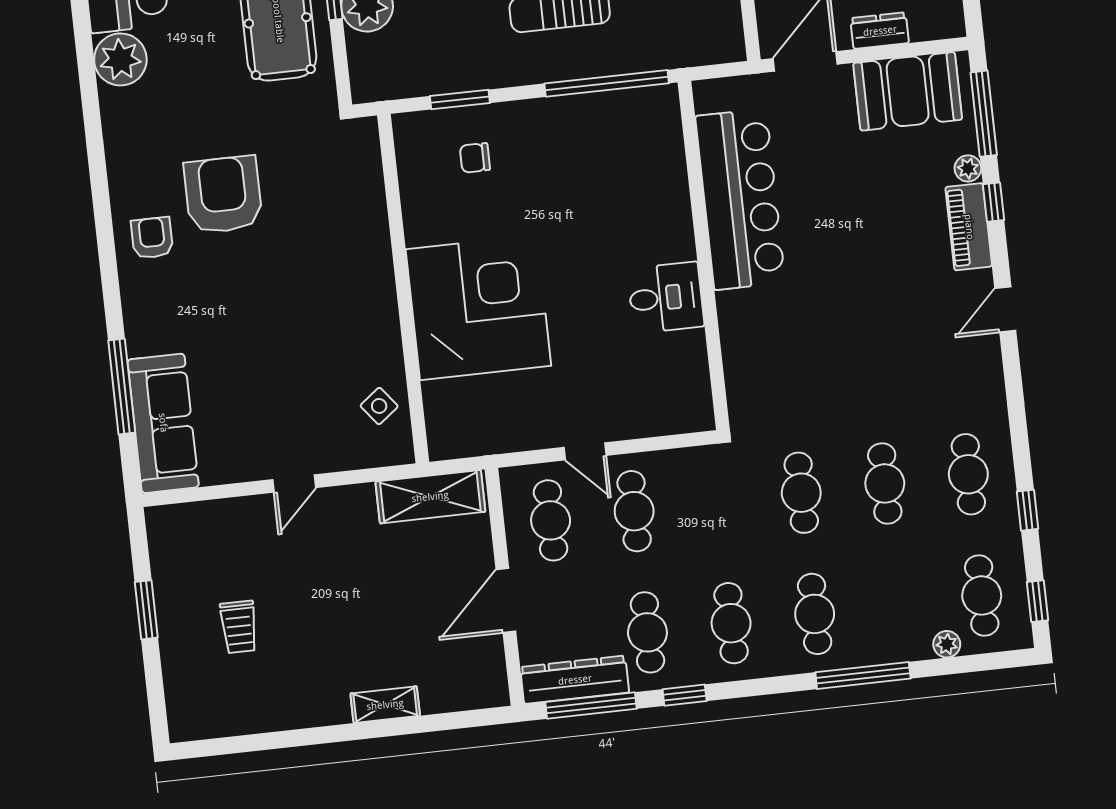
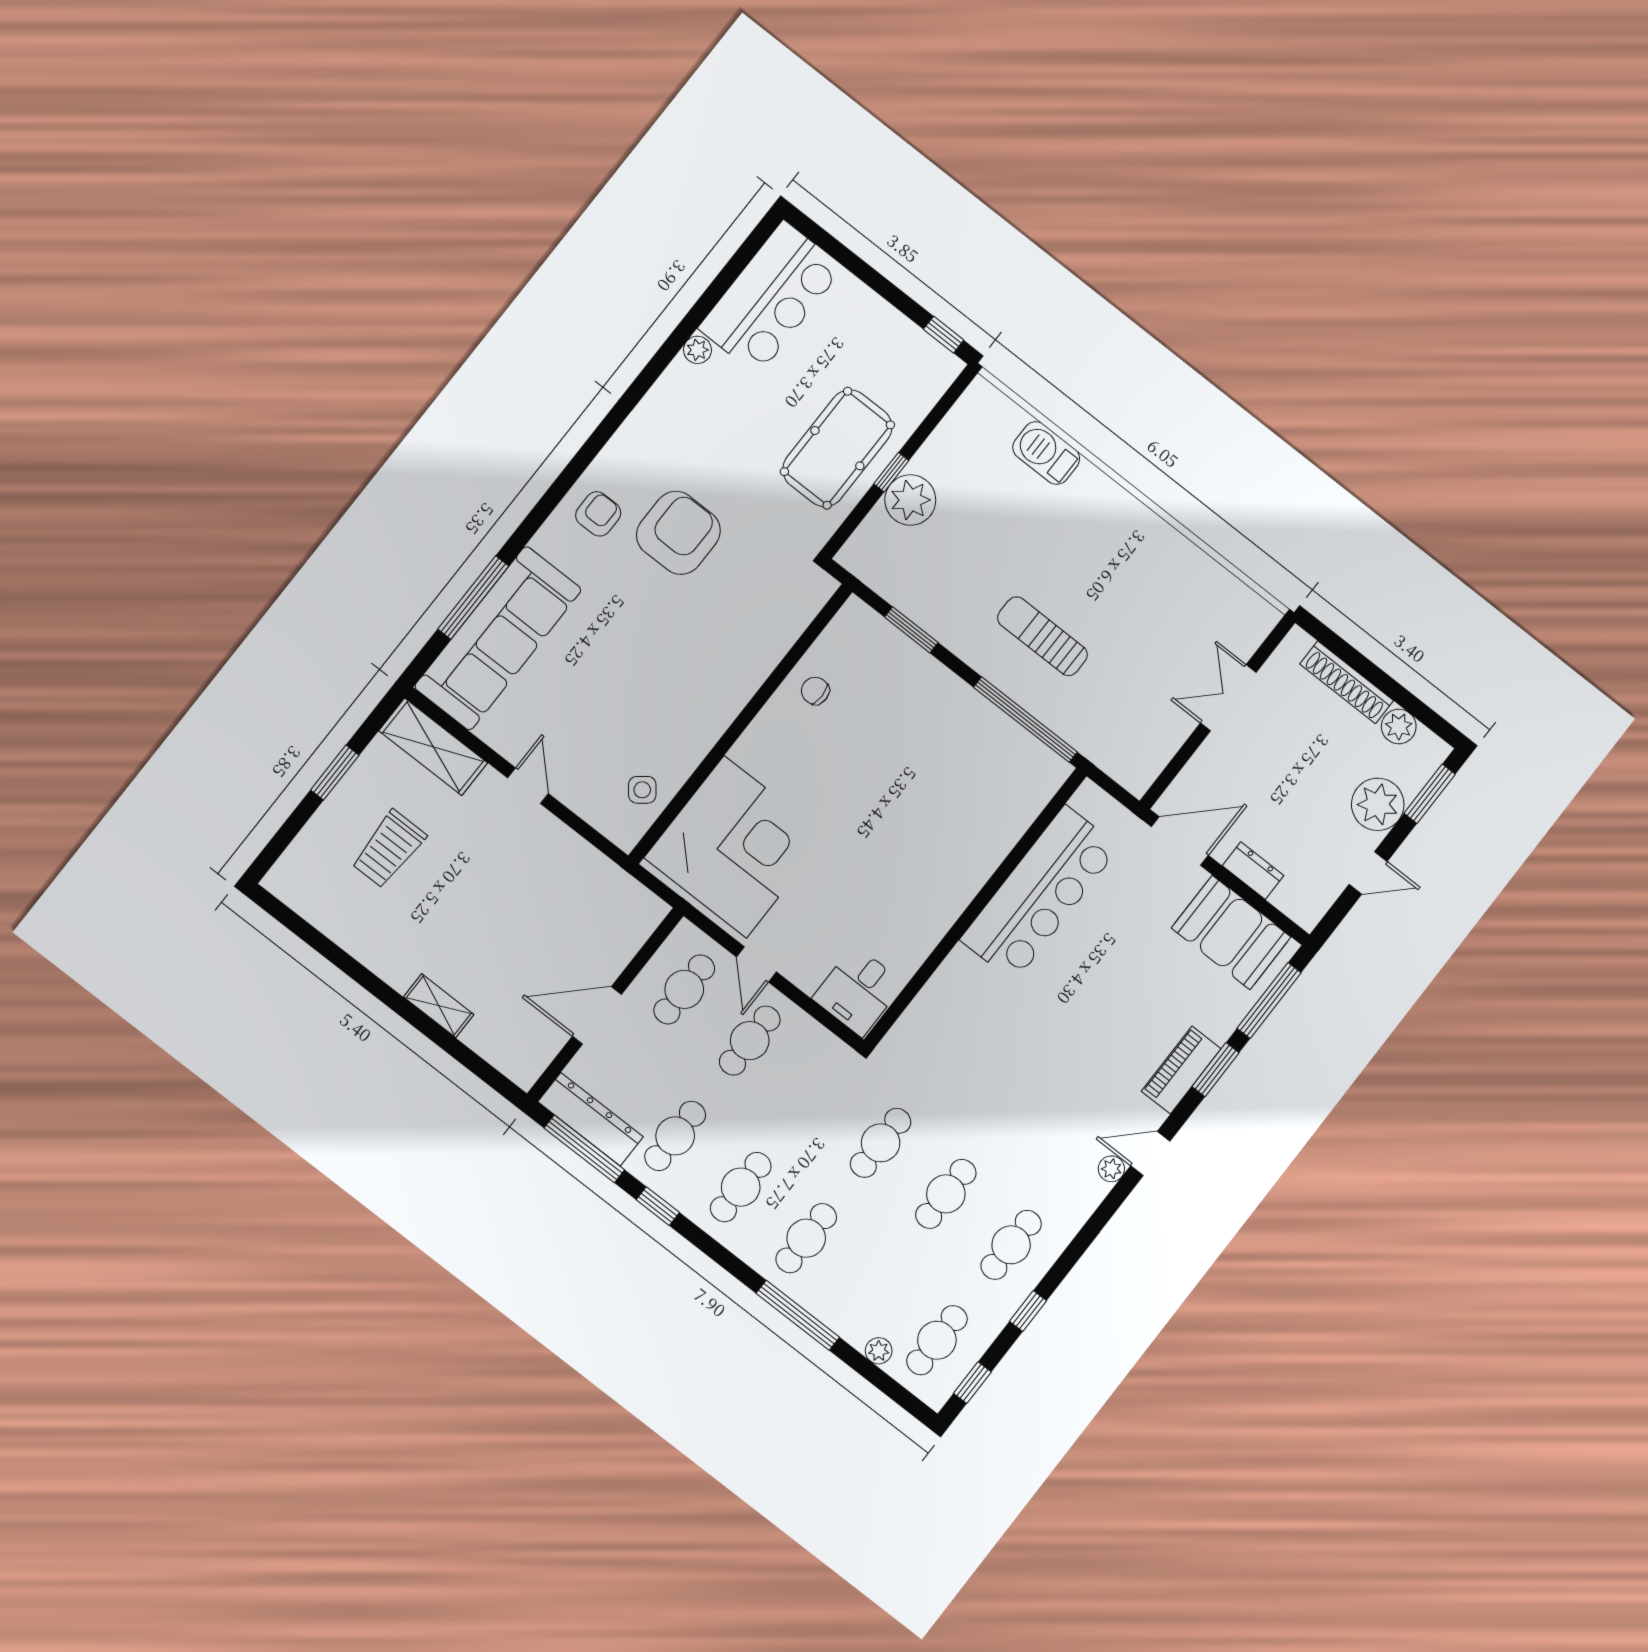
plant: (120, 59) -> (697, 350), width x0.53, depth x0.53
chair: (475, 158) -> (815, 691), moved
plant: (968, 168) -> (1111, 1169), moved
window: (993, 202) -> (1215, 1070), width x1.50
desk: (666, 298) -> (858, 991), moved, turned 90
corner desk: (478, 308) -> (735, 847), moved
sofa: (163, 423) -> (498, 638), width x1.36, depth x1.27
door: (294, 484) -> (528, 786), swing flipped
shelving: (430, 497) -> (433, 747), moved
trolley: (239, 627) -> (389, 849), width x1.36, depth x1.39

